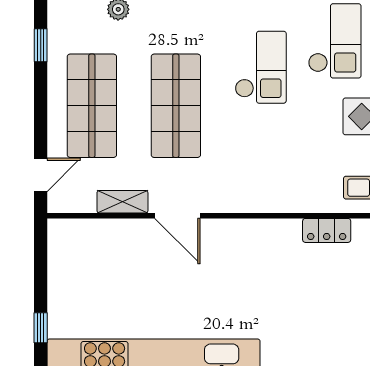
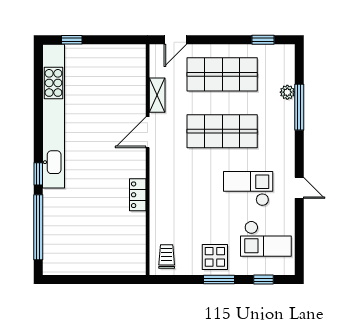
checkout: (261, 67) -> (248, 189), turned 180
door: (41, 175) -> (175, 40), hinge flipped
locker: (327, 230) -> (138, 195), moved

